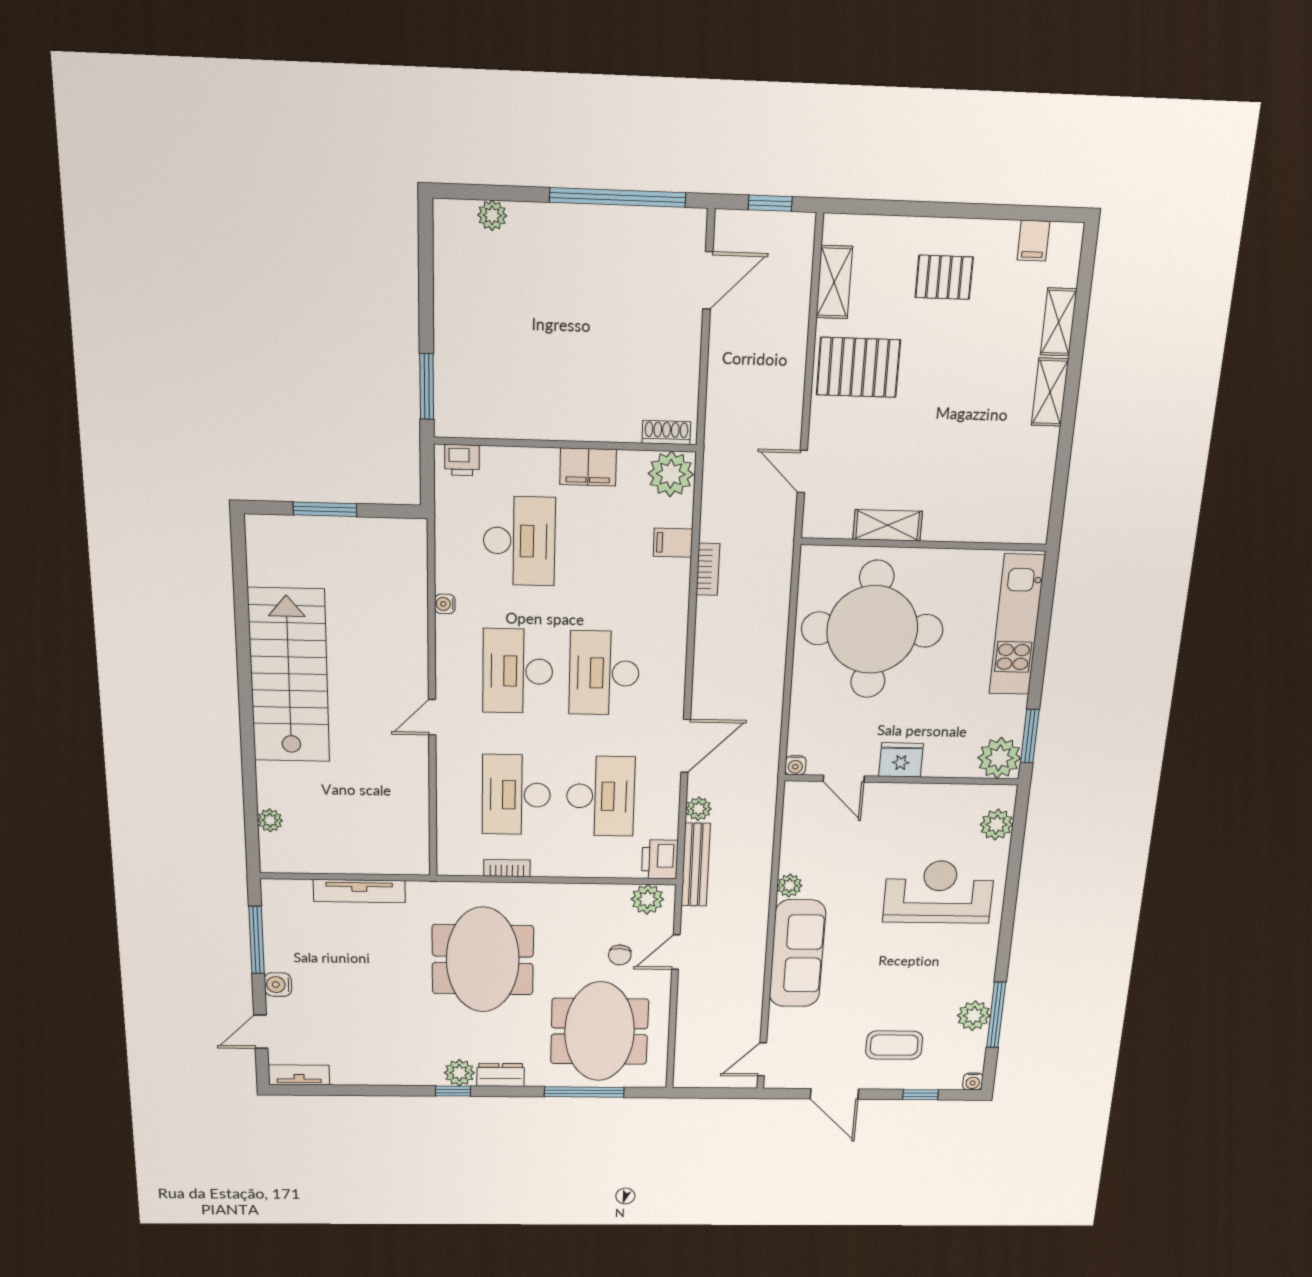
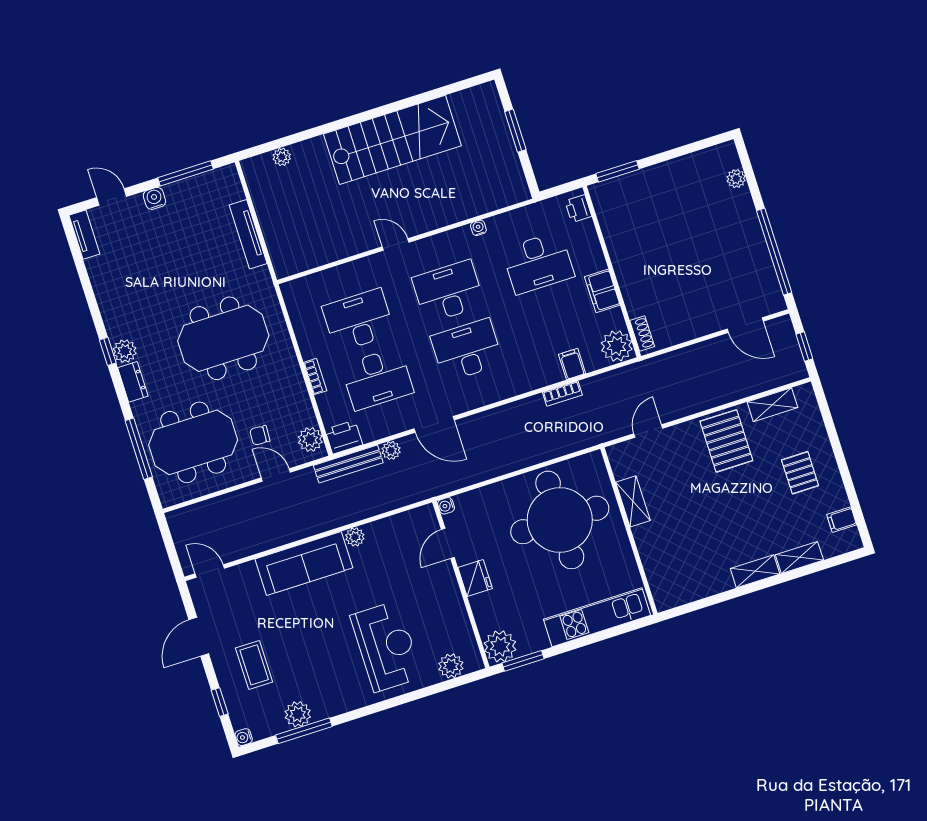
bookcase: (507, 868) -> (315, 377), moved

